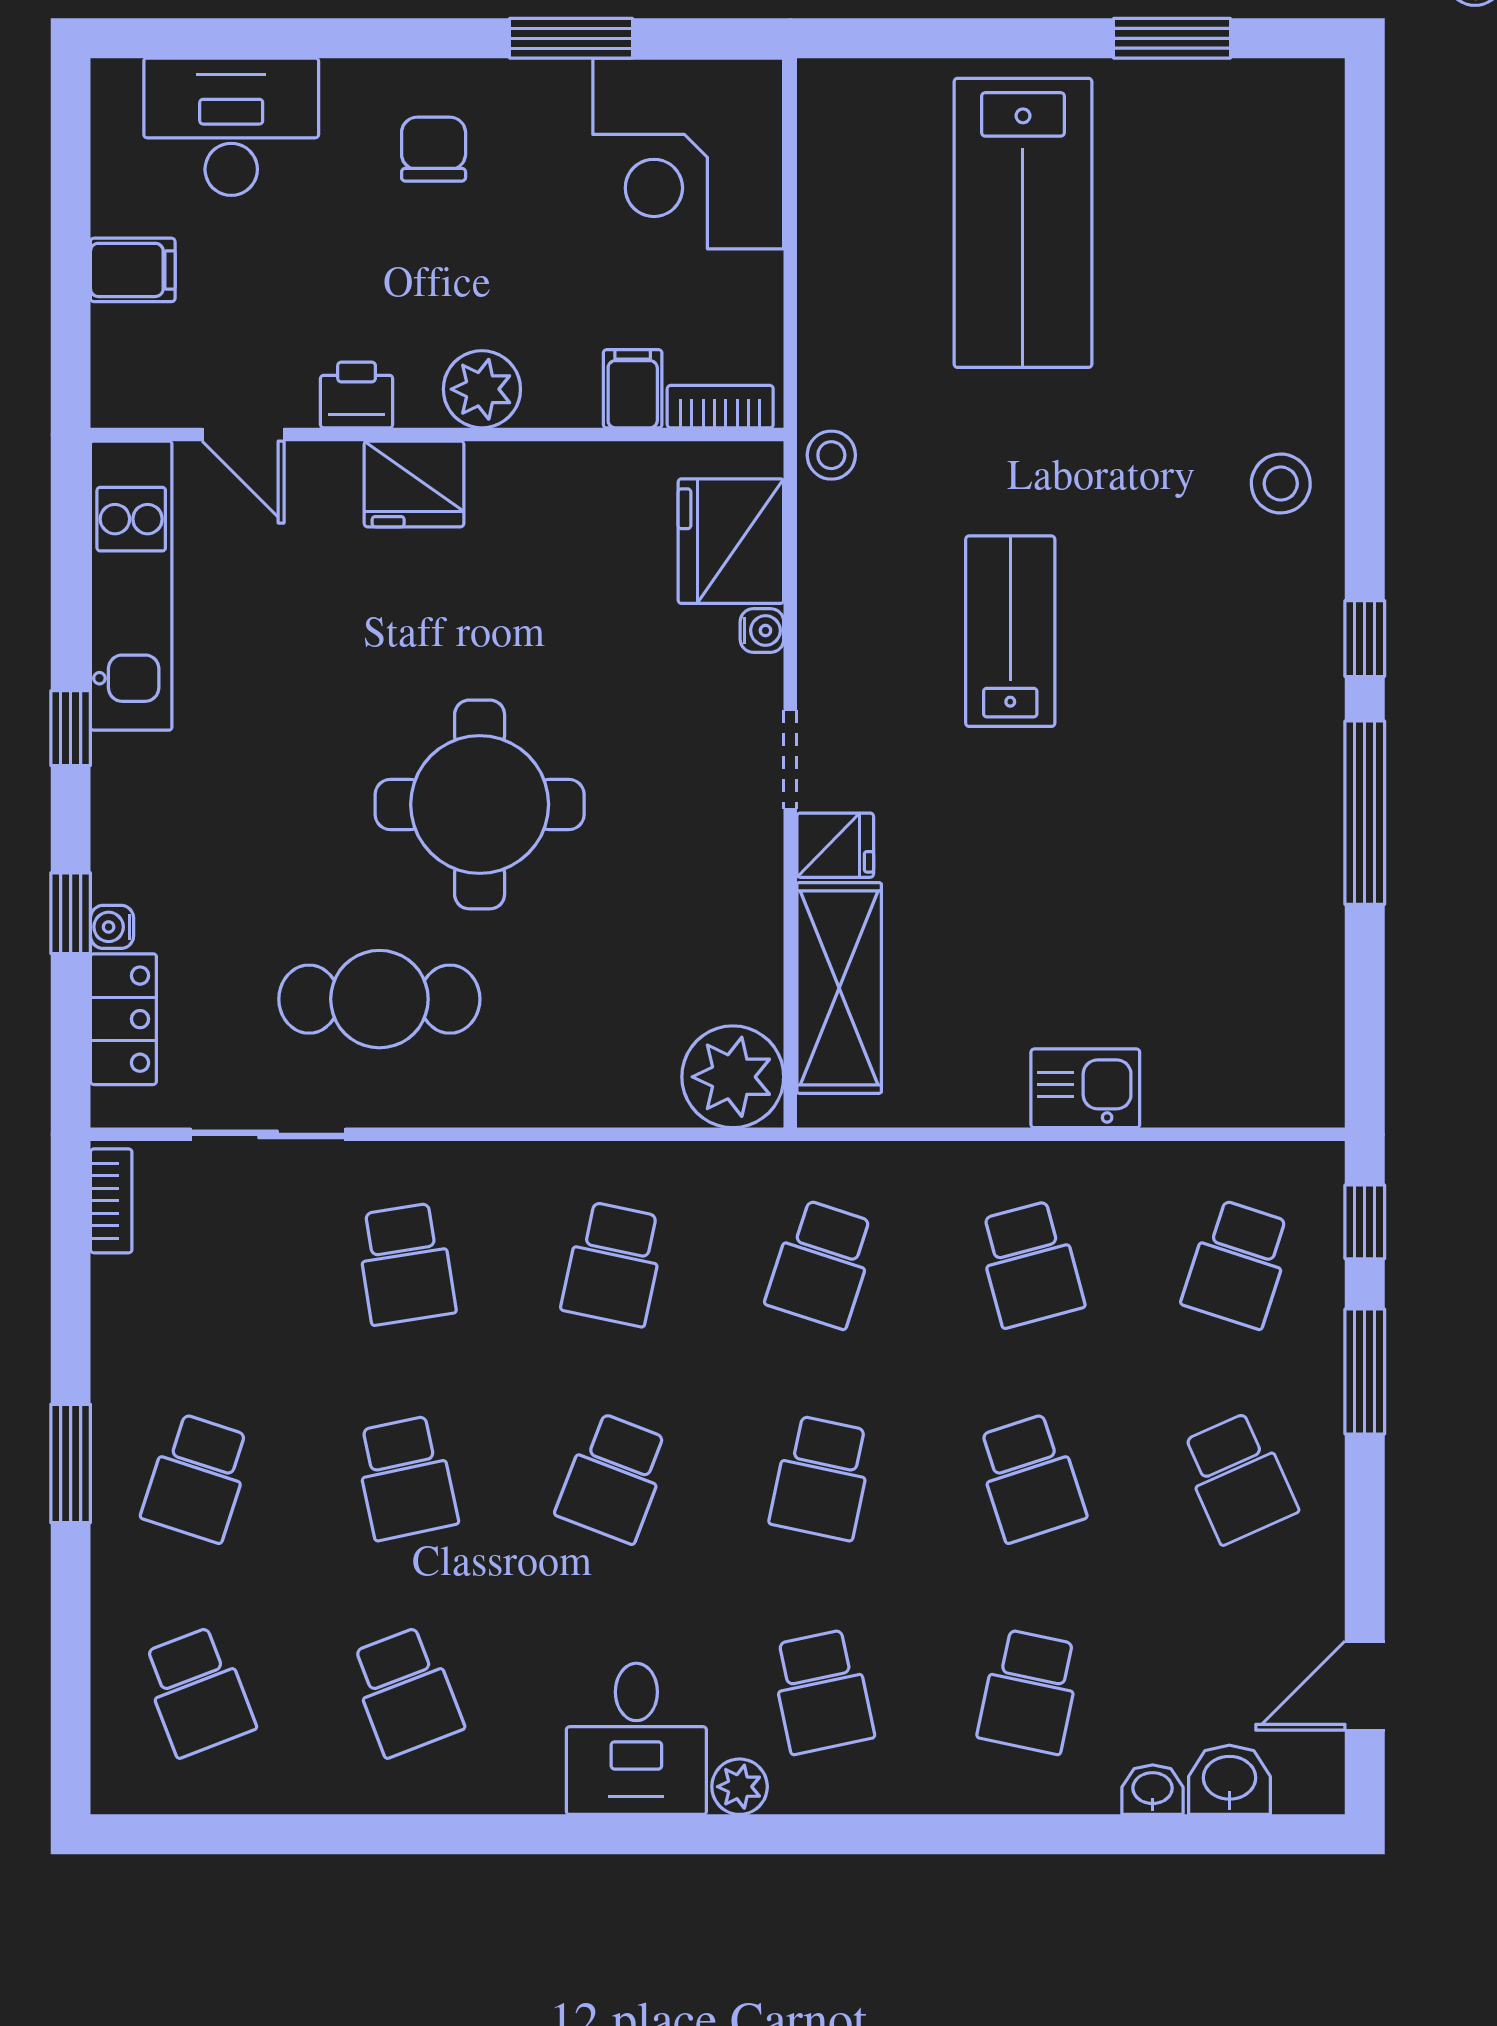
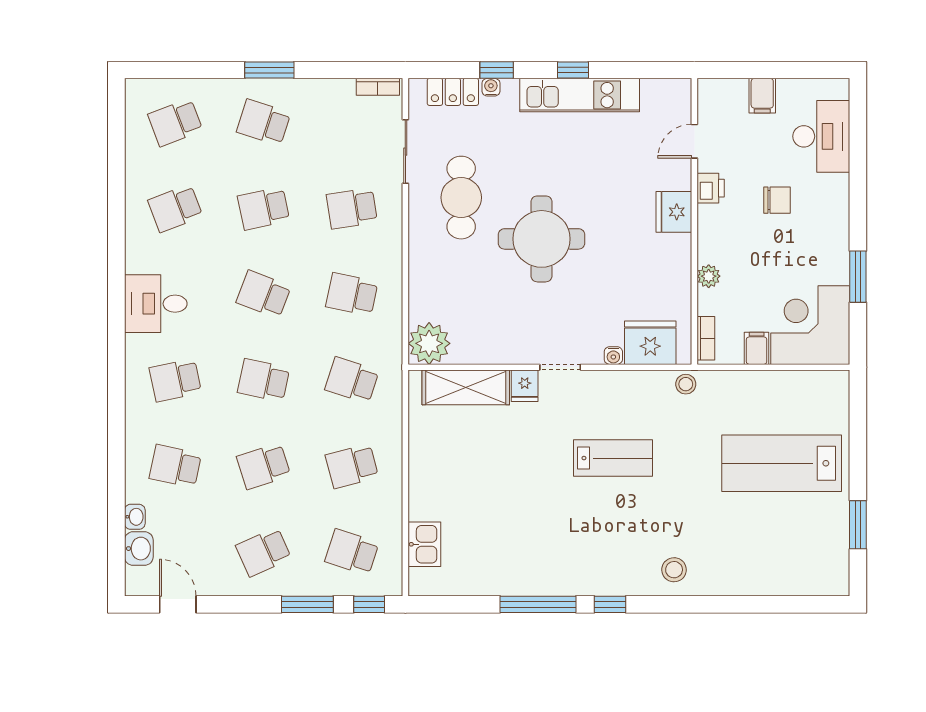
chair: (434, 149) -> (777, 200), moved
plant: (482, 389) -> (709, 276), moved, width x0.73, depth x0.73
filing cabinet: (633, 389) -> (757, 348), moved, turned -90
kitchen unit: (131, 586) -> (580, 95), moved
kitchen sink: (1085, 1088) -> (424, 544), moved
plant: (740, 1787) -> (136, 346), removed

